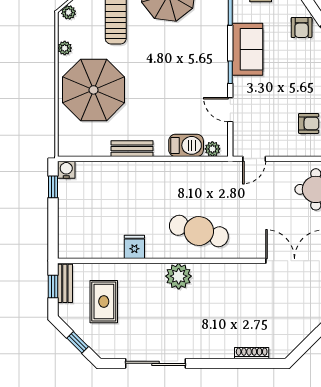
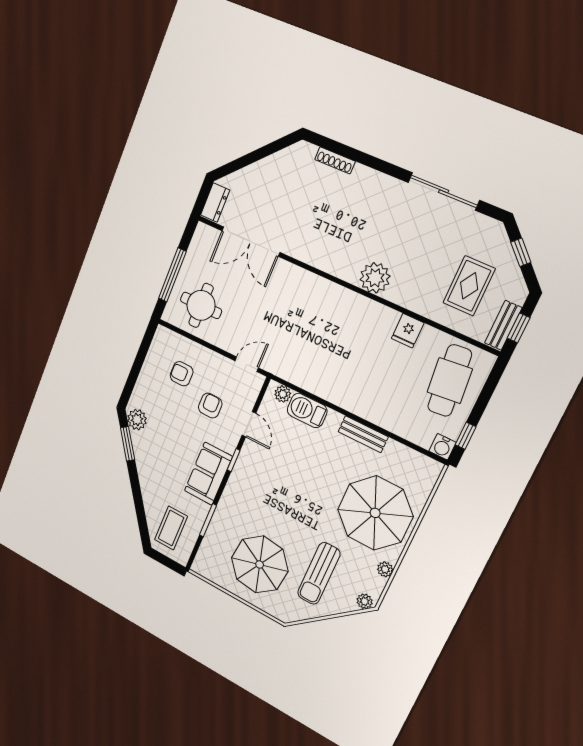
armchair: (302, 27) -> (210, 406), moved
cafe table: (199, 231) -> (450, 381), moved, turned 68

